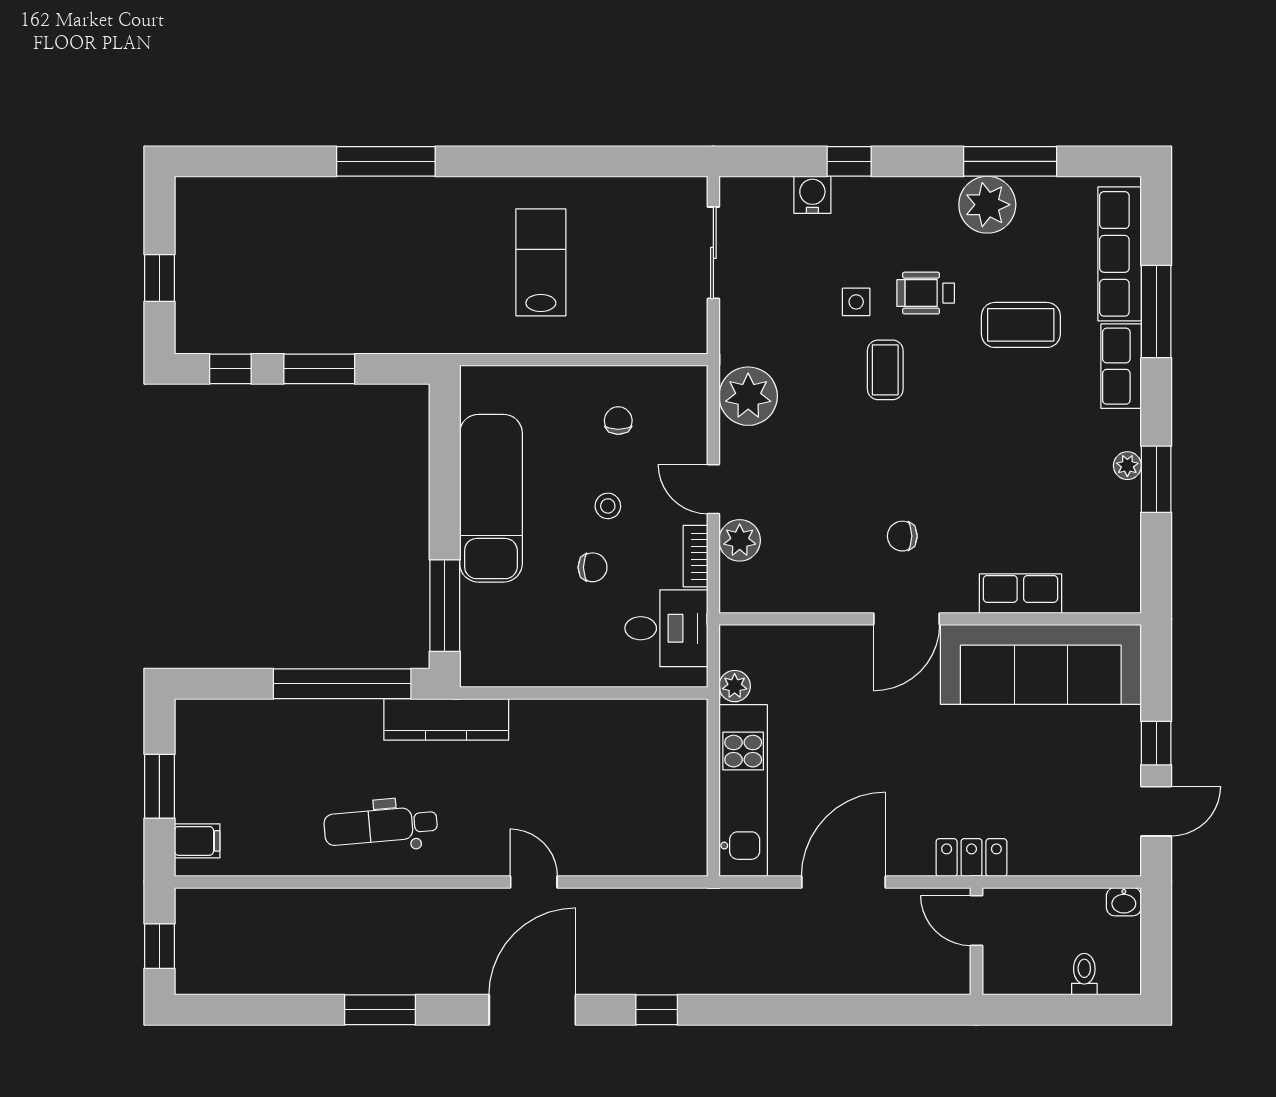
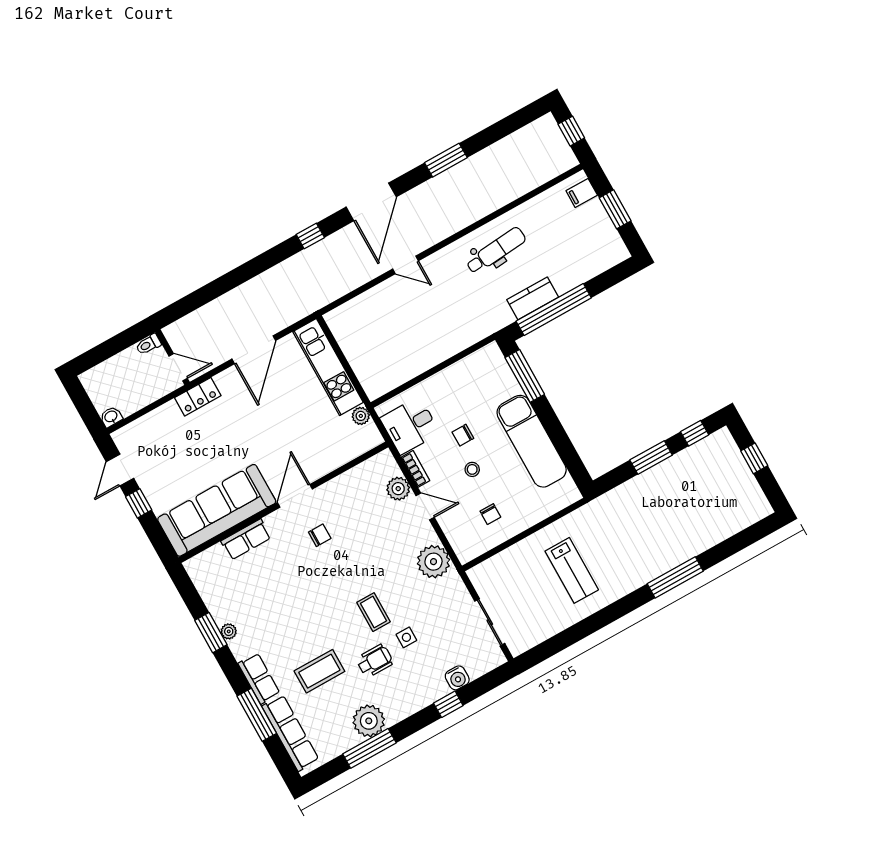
kitchen counter: (446, 719) -> (533, 298), moved, width x0.67
toilet: (1084, 974) -> (148, 344), moved, turned 90

